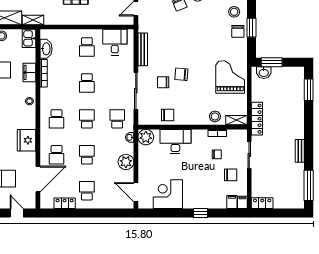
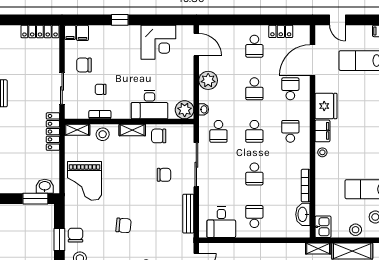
filing cabinet: (29, 72) -> (322, 131), moved
chair: (181, 74) -> (124, 225), moved
school desk: (87, 83) -> (254, 174), turned 180
shelving: (190, 120) -> (132, 130), added
locker: (262, 203) -> (40, 31), width x1.53

